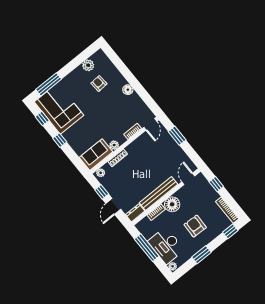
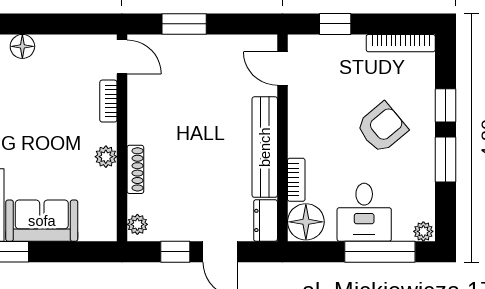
sofa: (96, 155) -> (42, 221), moved, turned 90
floor lamp: (172, 204) -> (306, 222), moved
armchair: (195, 226) -> (382, 128), turned 138
window: (230, 231) -> (446, 105), moved
desk: (166, 246) -> (364, 212), width x0.73
window: (147, 248) -> (380, 252), moved

